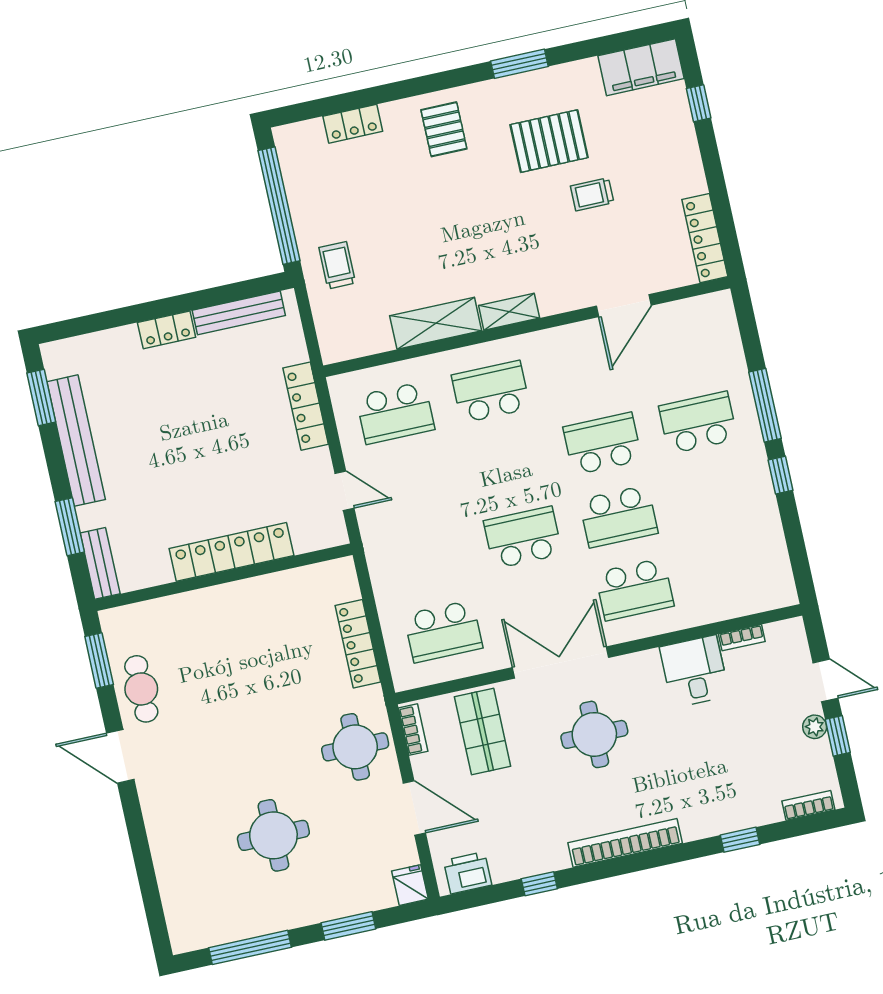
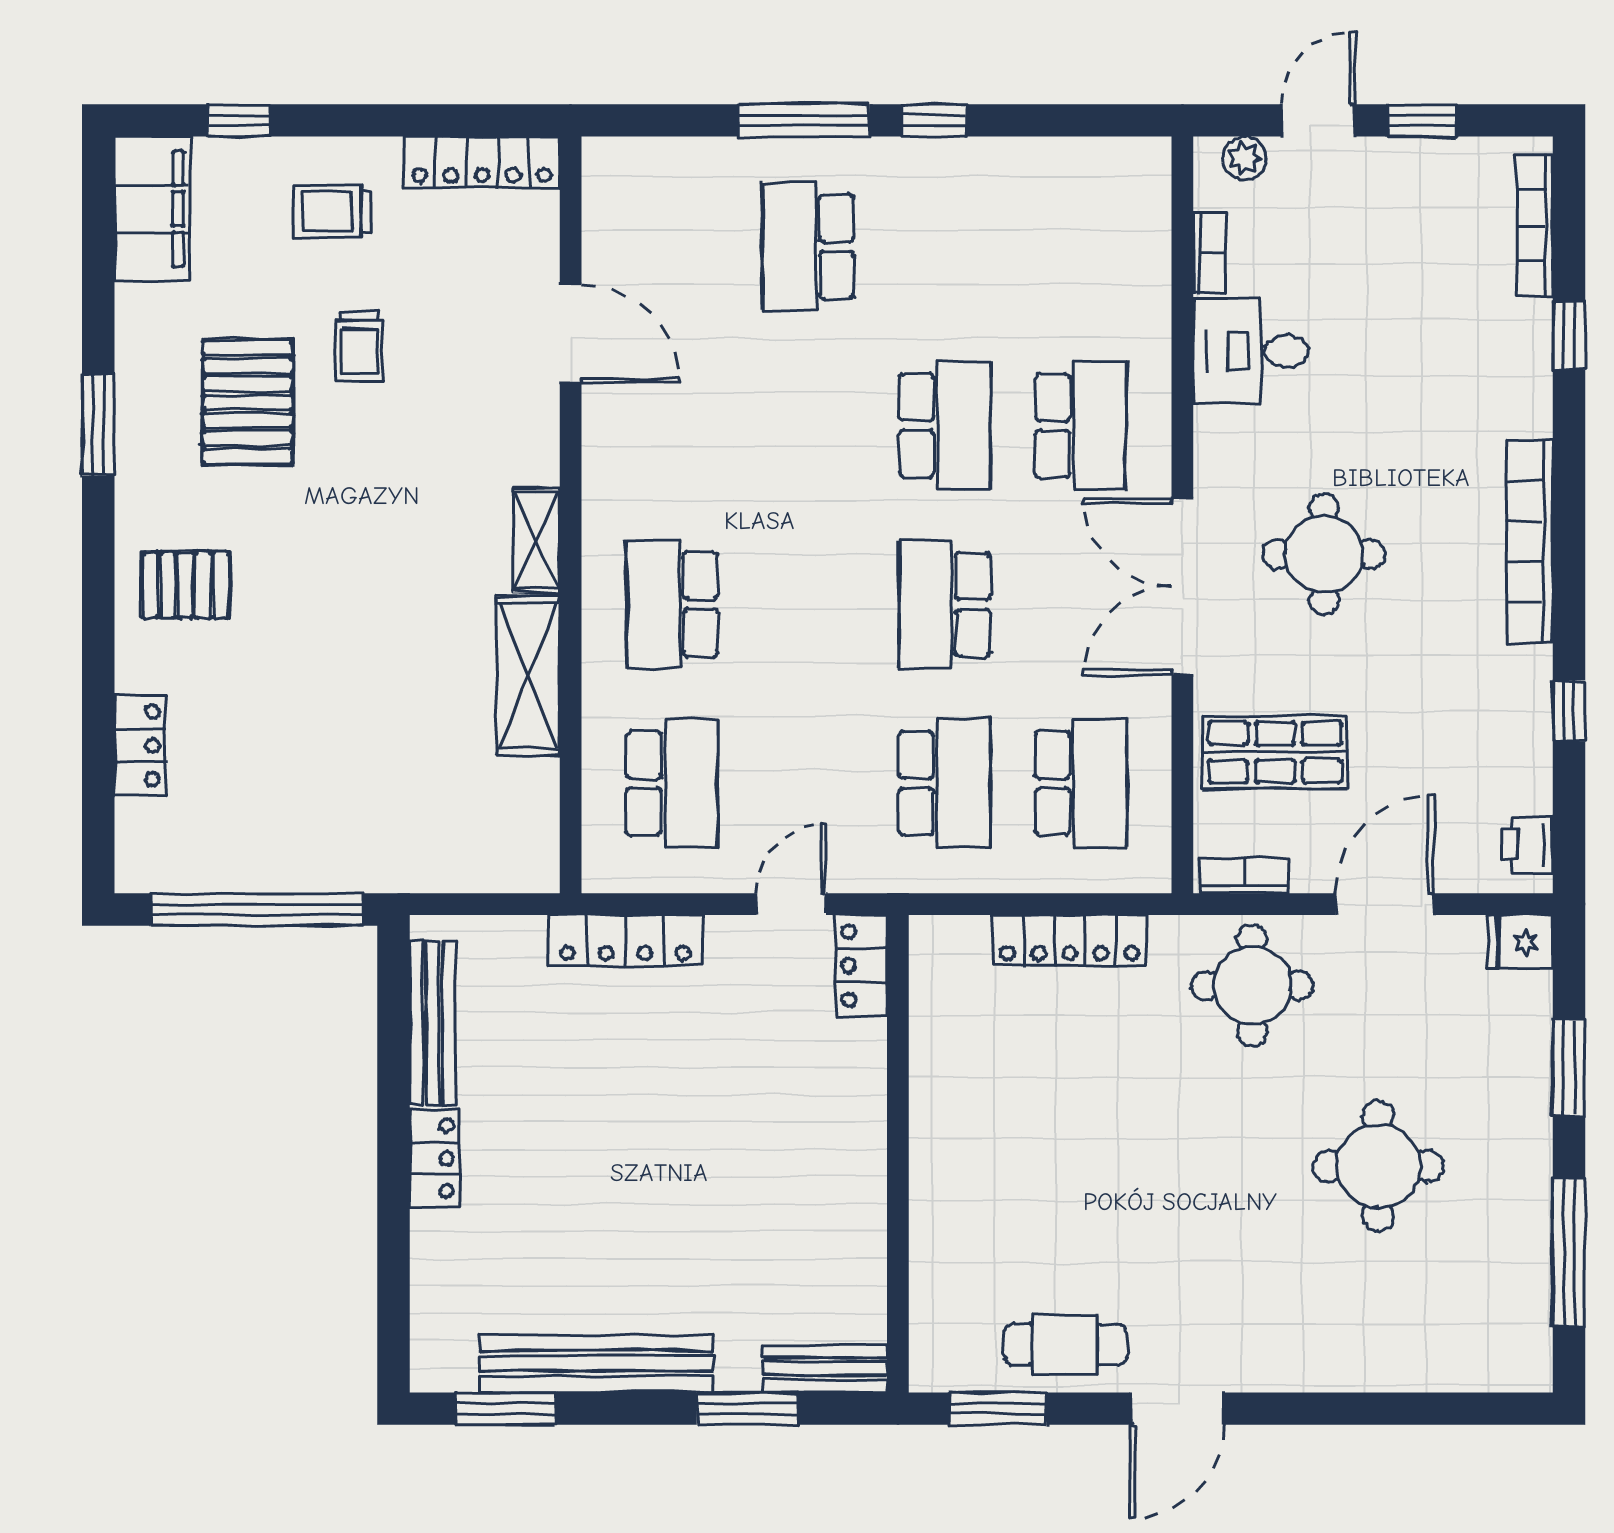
trolley: (337, 265) -> (333, 211), moved
school desk: (602, 444) -> (945, 783), moved, turned 180
locker: (231, 552) -> (862, 966), moved, width x0.46, depth x0.83
plant: (815, 727) -> (1244, 158), moved
bookcase: (808, 805) -> (1535, 226), width x1.56
printer: (468, 873) -> (1527, 845), width x0.73, depth x0.81

